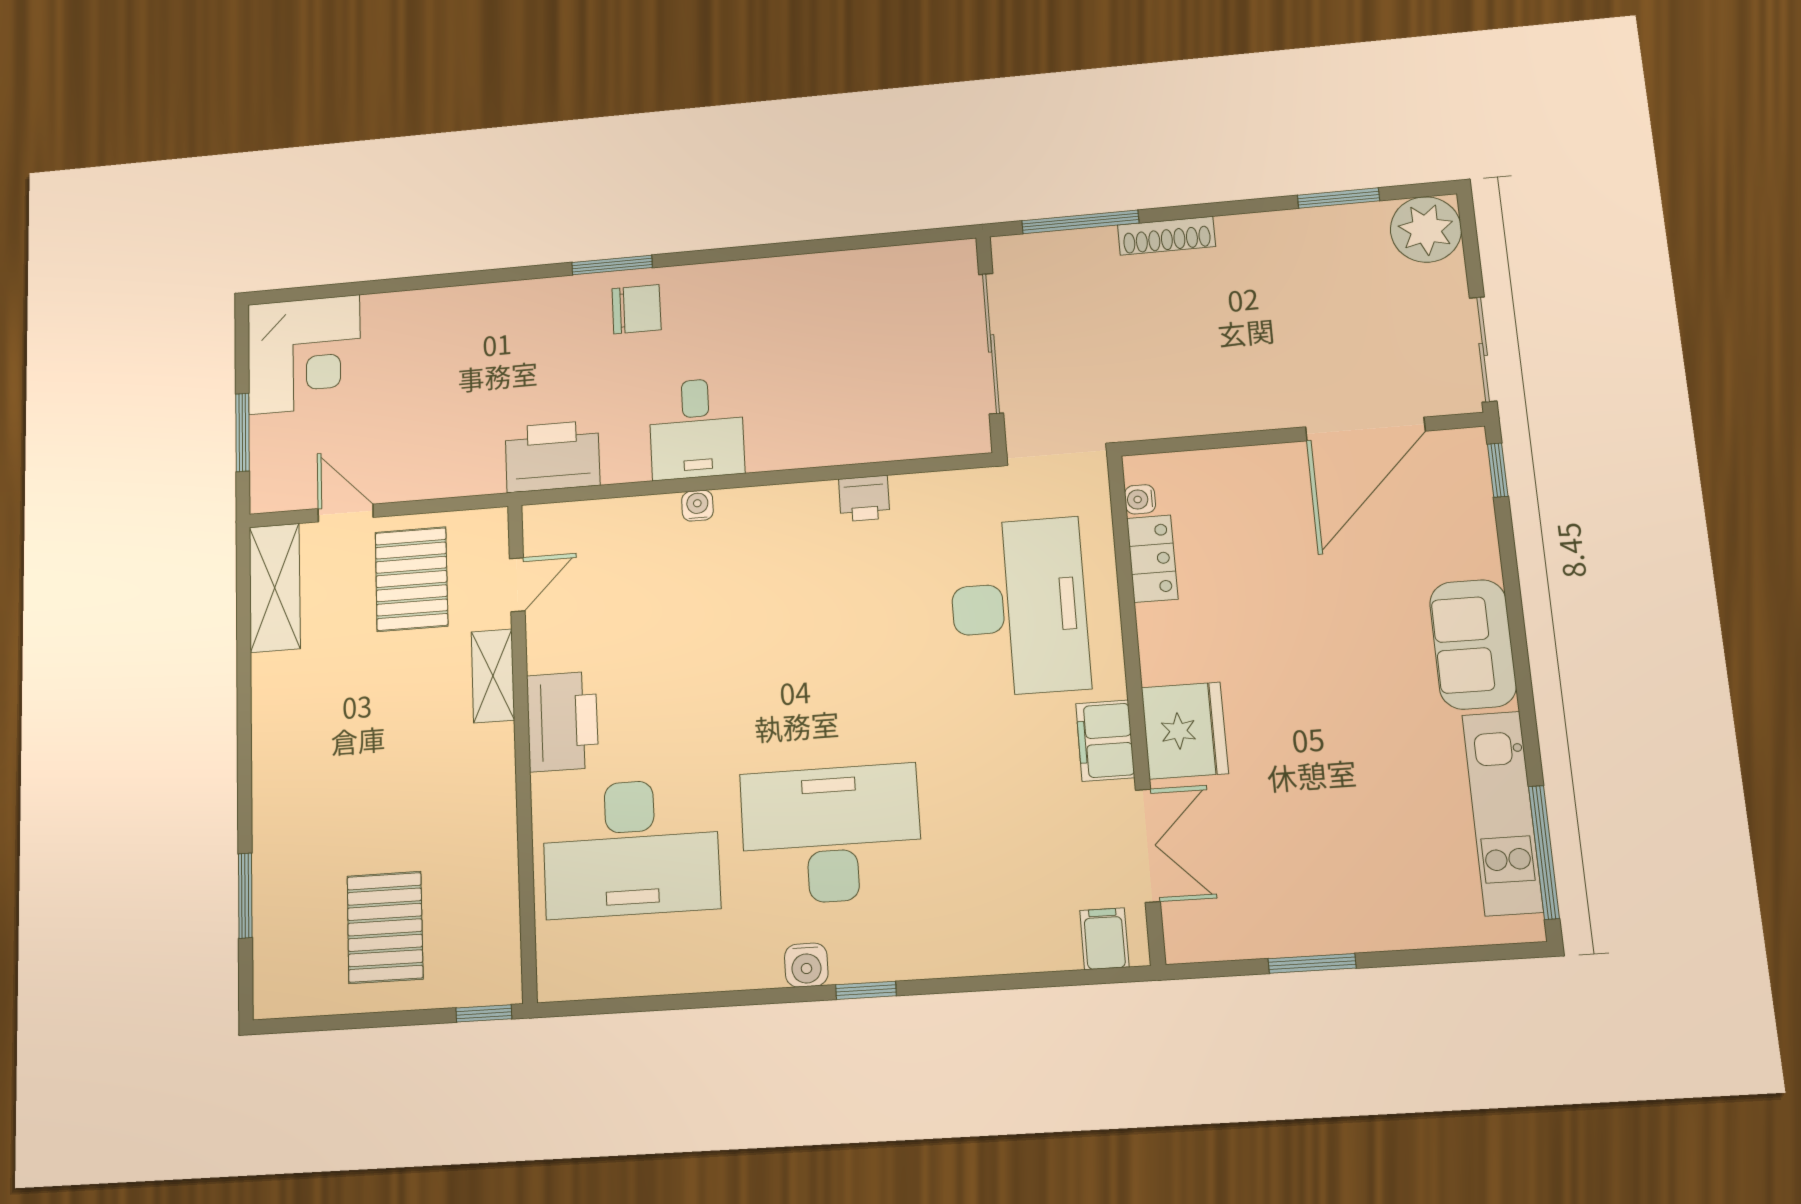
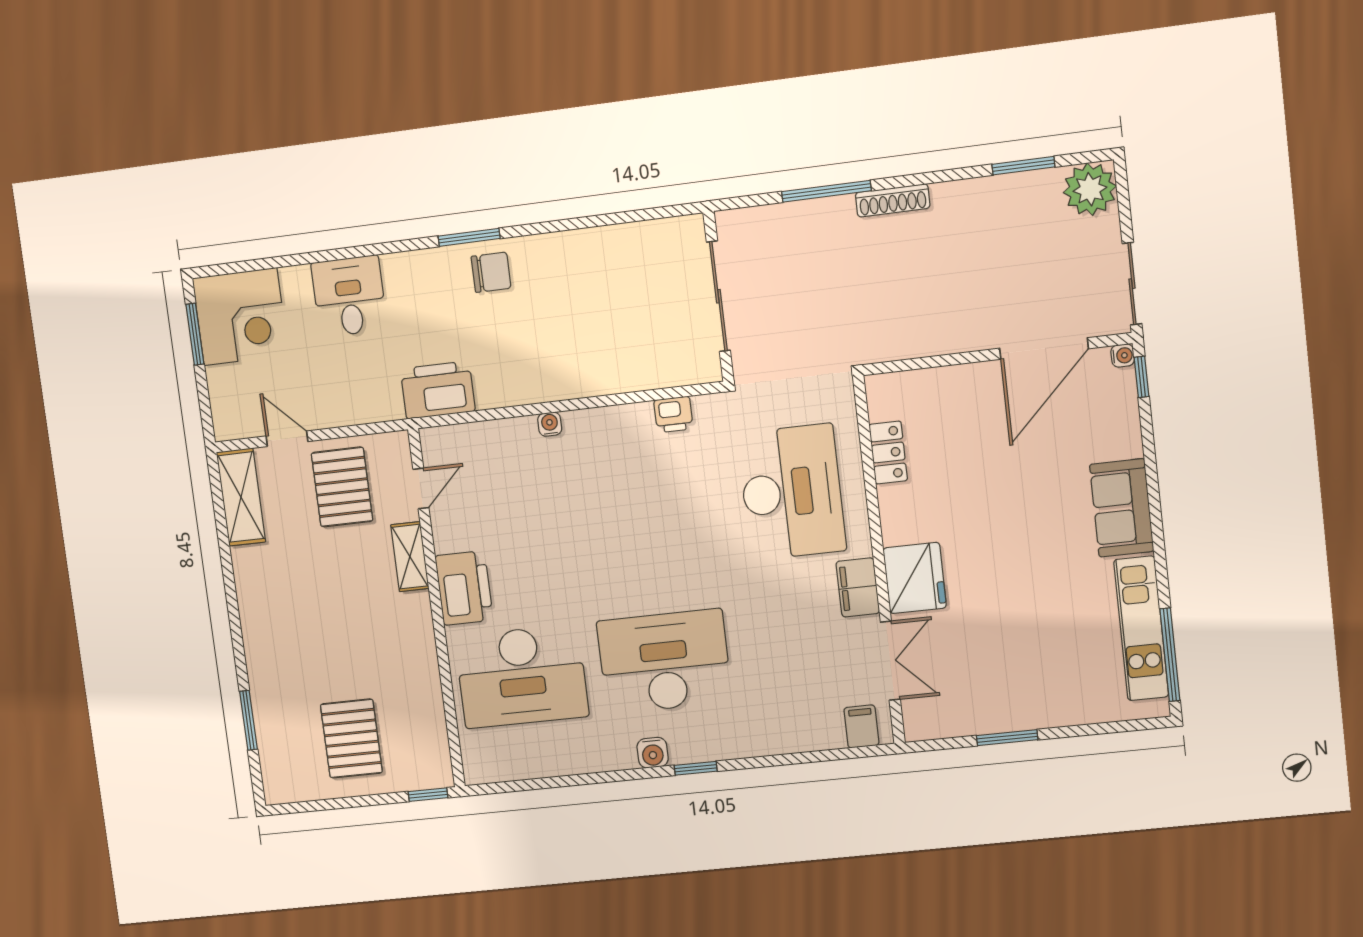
sliding door: (991, 343) -> (718, 296), moved
wall: (991, 344) -> (718, 297), moved
desk: (696, 429) -> (349, 296), moved, turned 180
window: (243, 432) -> (195, 334), moved
water cooler: (1140, 499) -> (1123, 356), moved, turned 180

